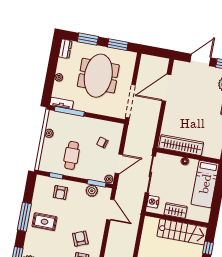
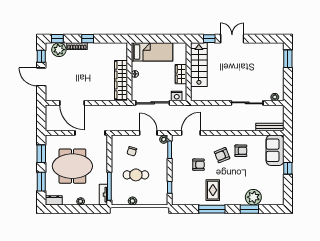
cafe table: (72, 155) -> (136, 175), moved
plant: (92, 191) -> (177, 153), removed
armchair: (60, 193) -> (198, 165), moved

